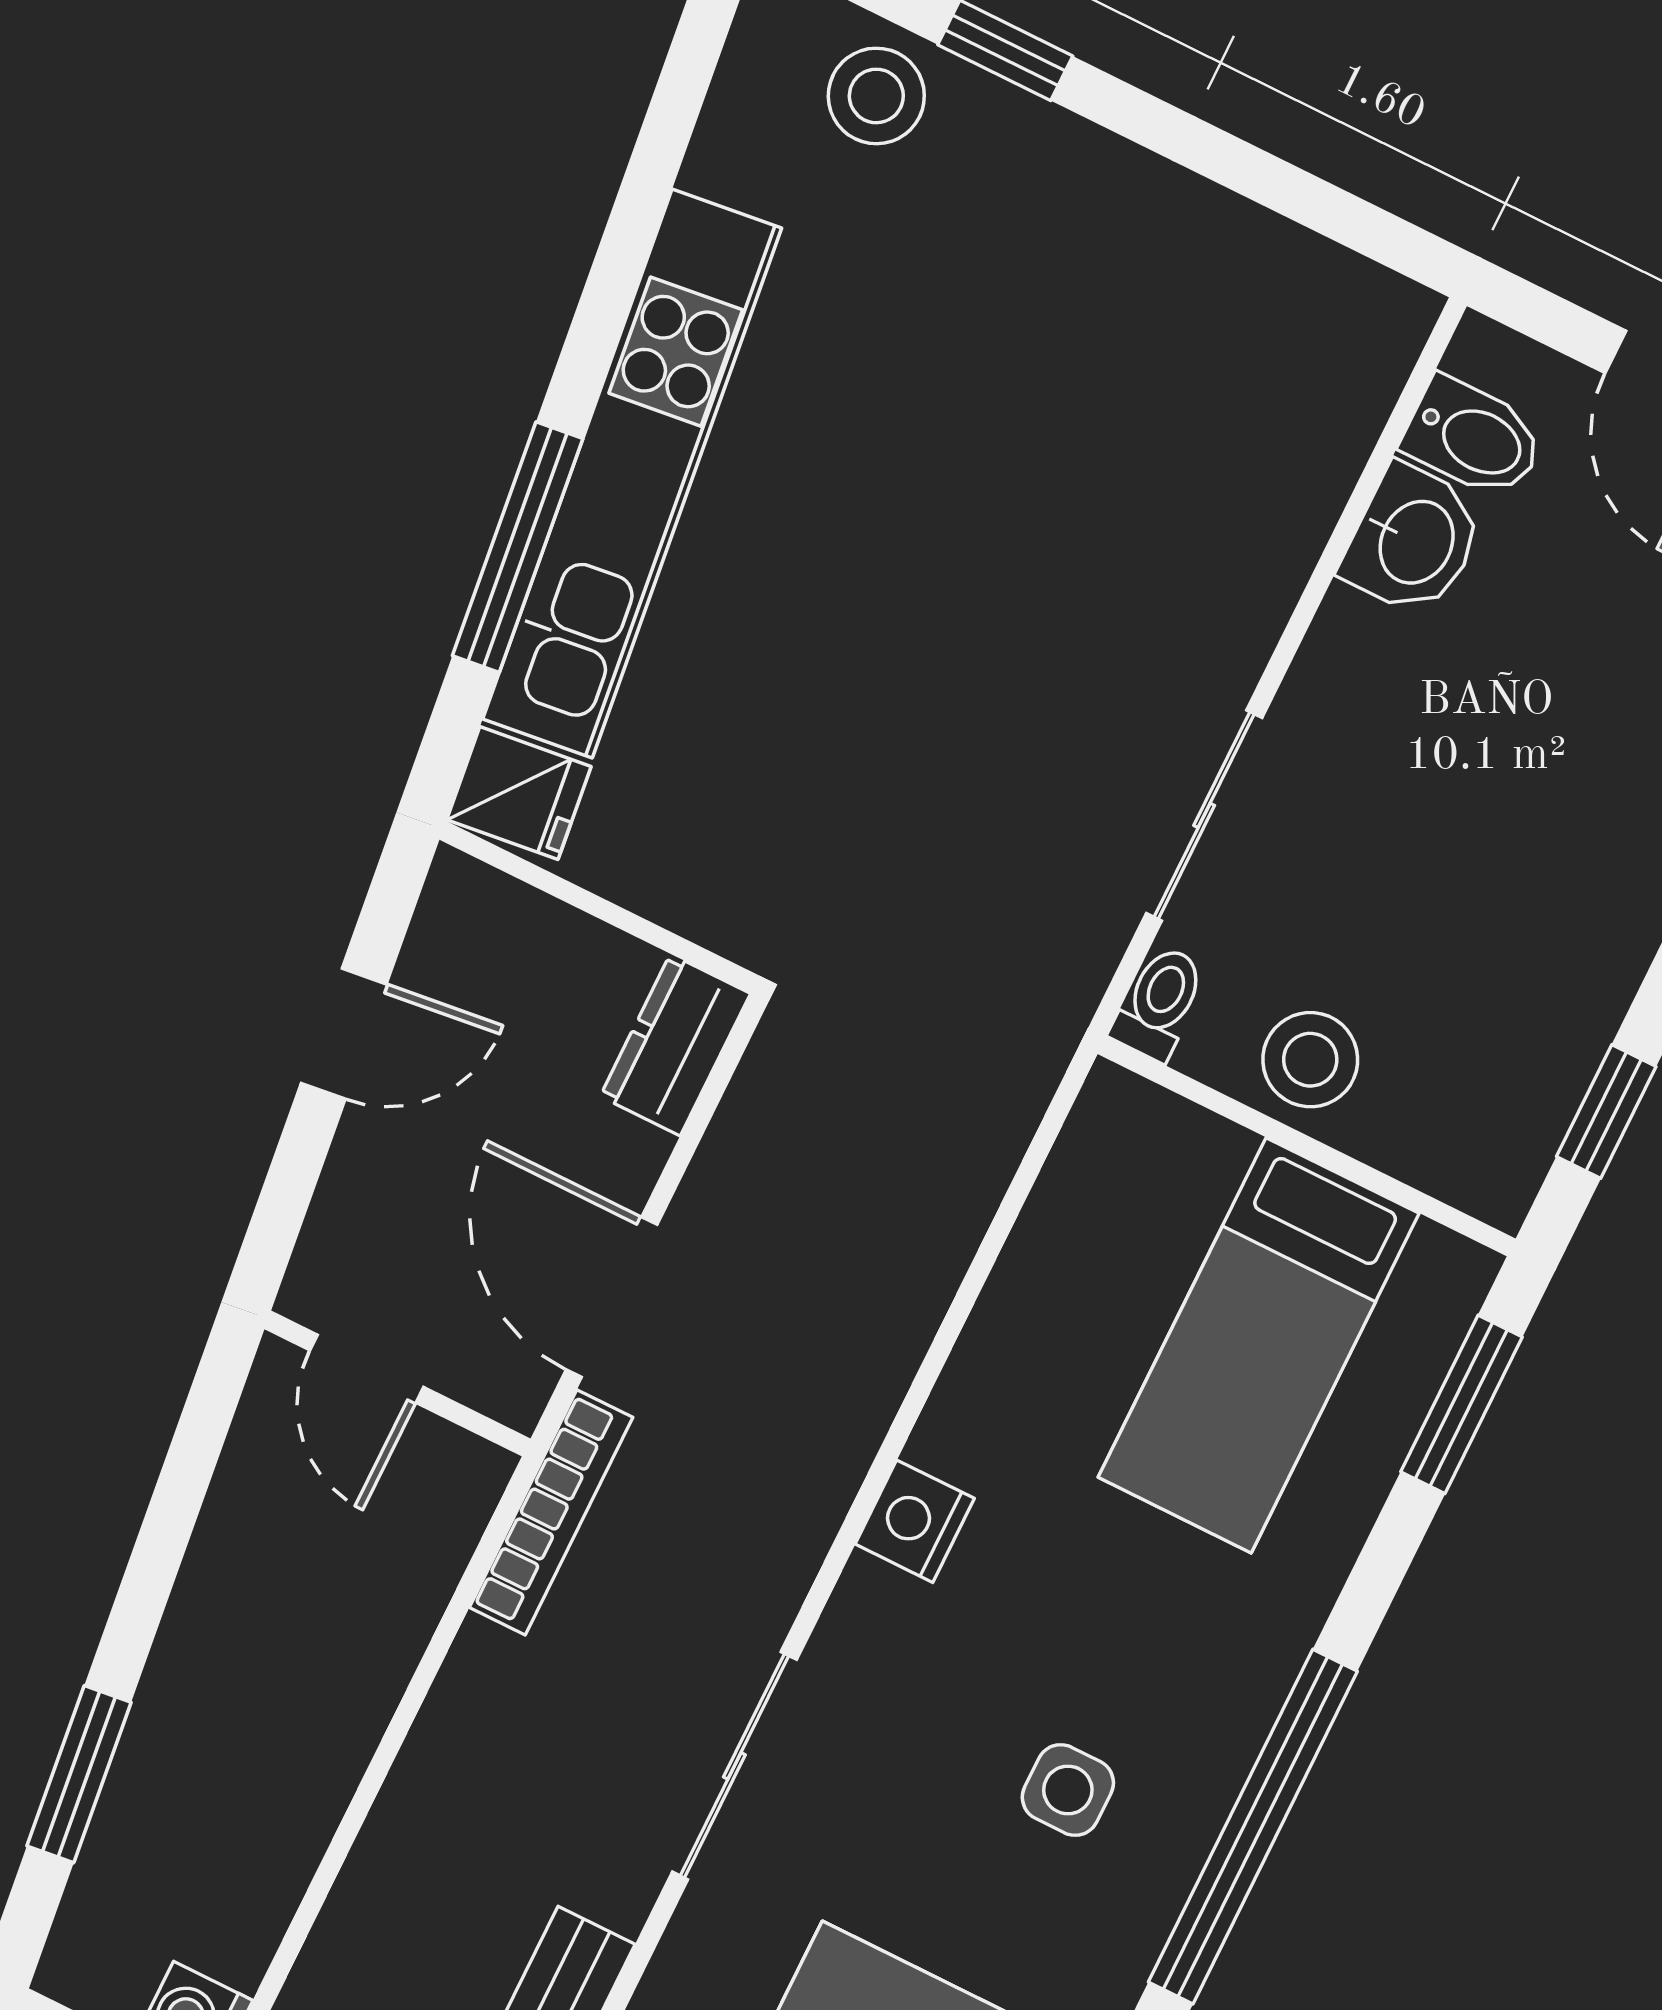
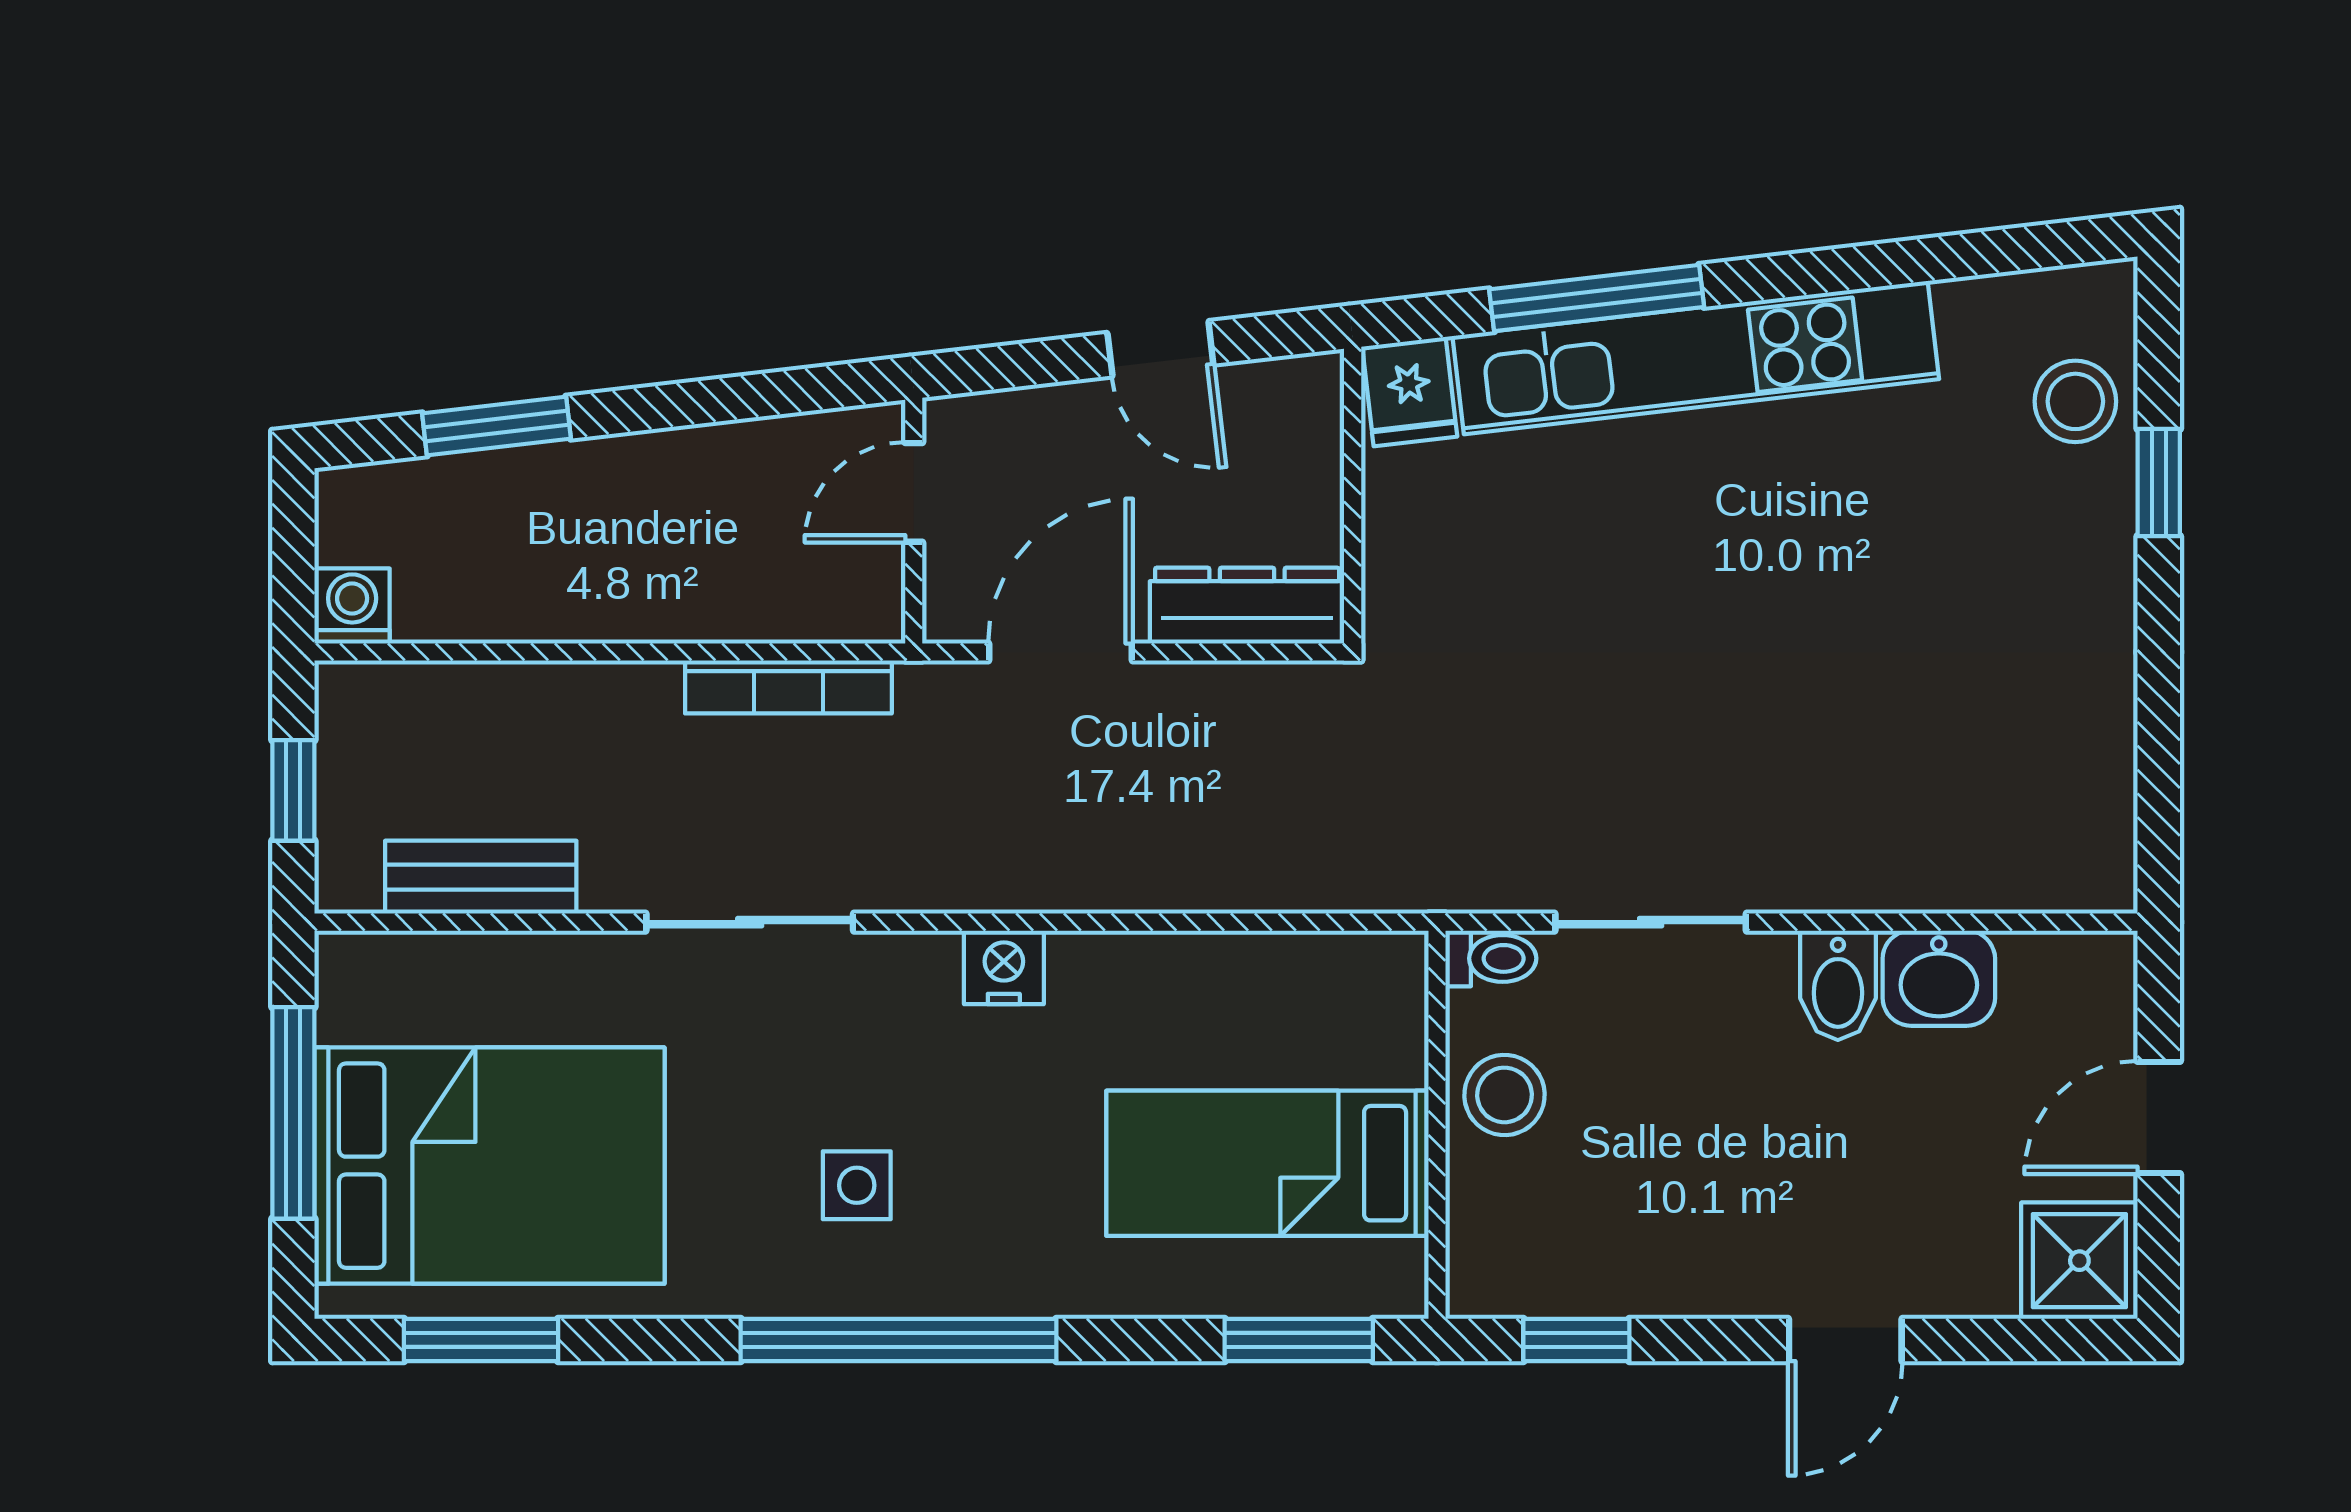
bidet: (1474, 438) -> (1838, 985), moved
dresser: (675, 1045) -> (1247, 606), width x1.44
bookcase: (551, 1512) -> (788, 687), moved

